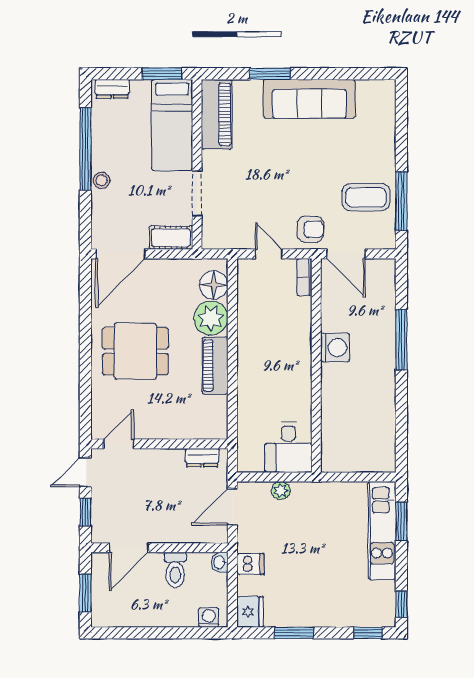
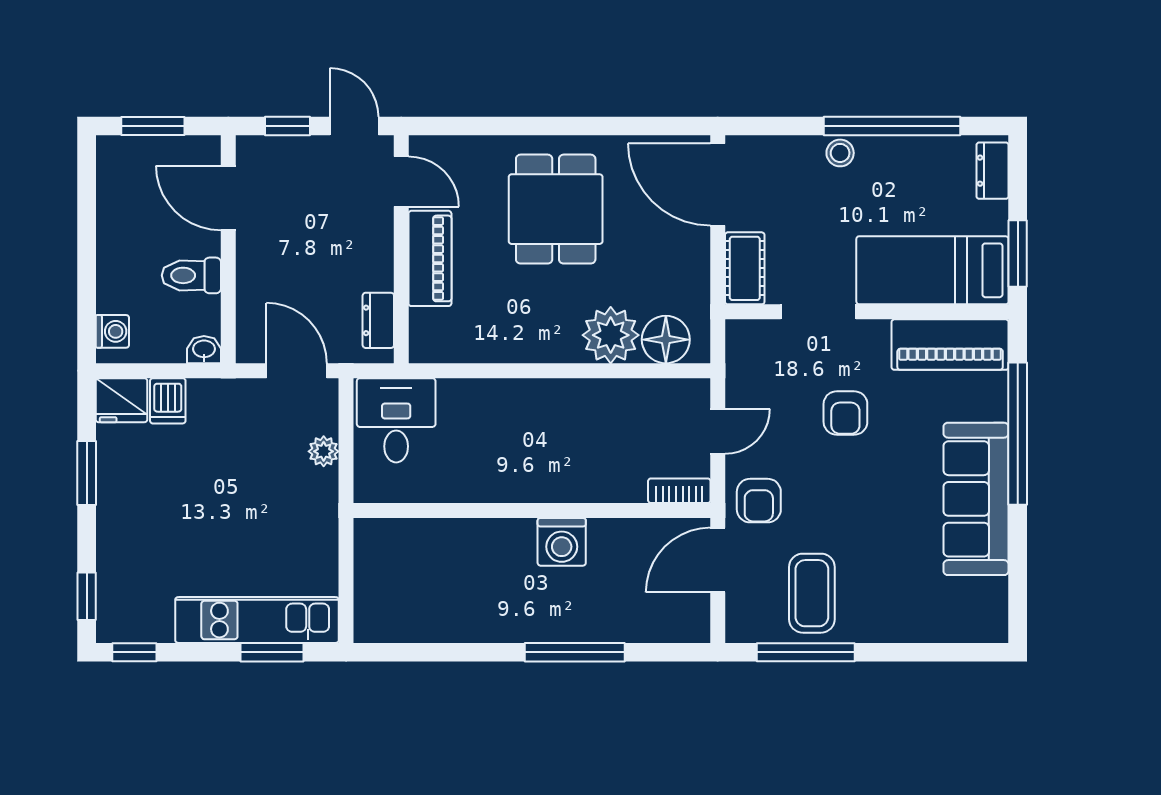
window: (270, 74) -> (1018, 434), width x2.11
armchair: (258, 177) -> (845, 413), added
piano: (215, 366) -> (430, 258), moved, turned 90
desk: (288, 447) -> (396, 420), moved, turned 90
dishwasher: (250, 564) -> (168, 401), moved

